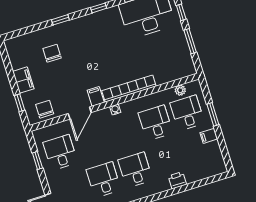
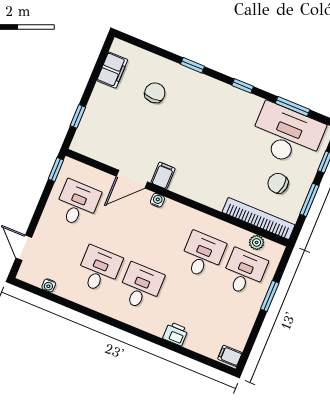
filing cabinet: (23, 80) -> (112, 70), moved
bookcase: (129, 88) -> (259, 219), moved
chair: (45, 109) -> (278, 183), moved, turned -81
water cooler: (115, 110) -> (157, 200), moved
filing cabinet: (209, 136) -> (230, 356), moved
window: (37, 160) -> (56, 170), moved

